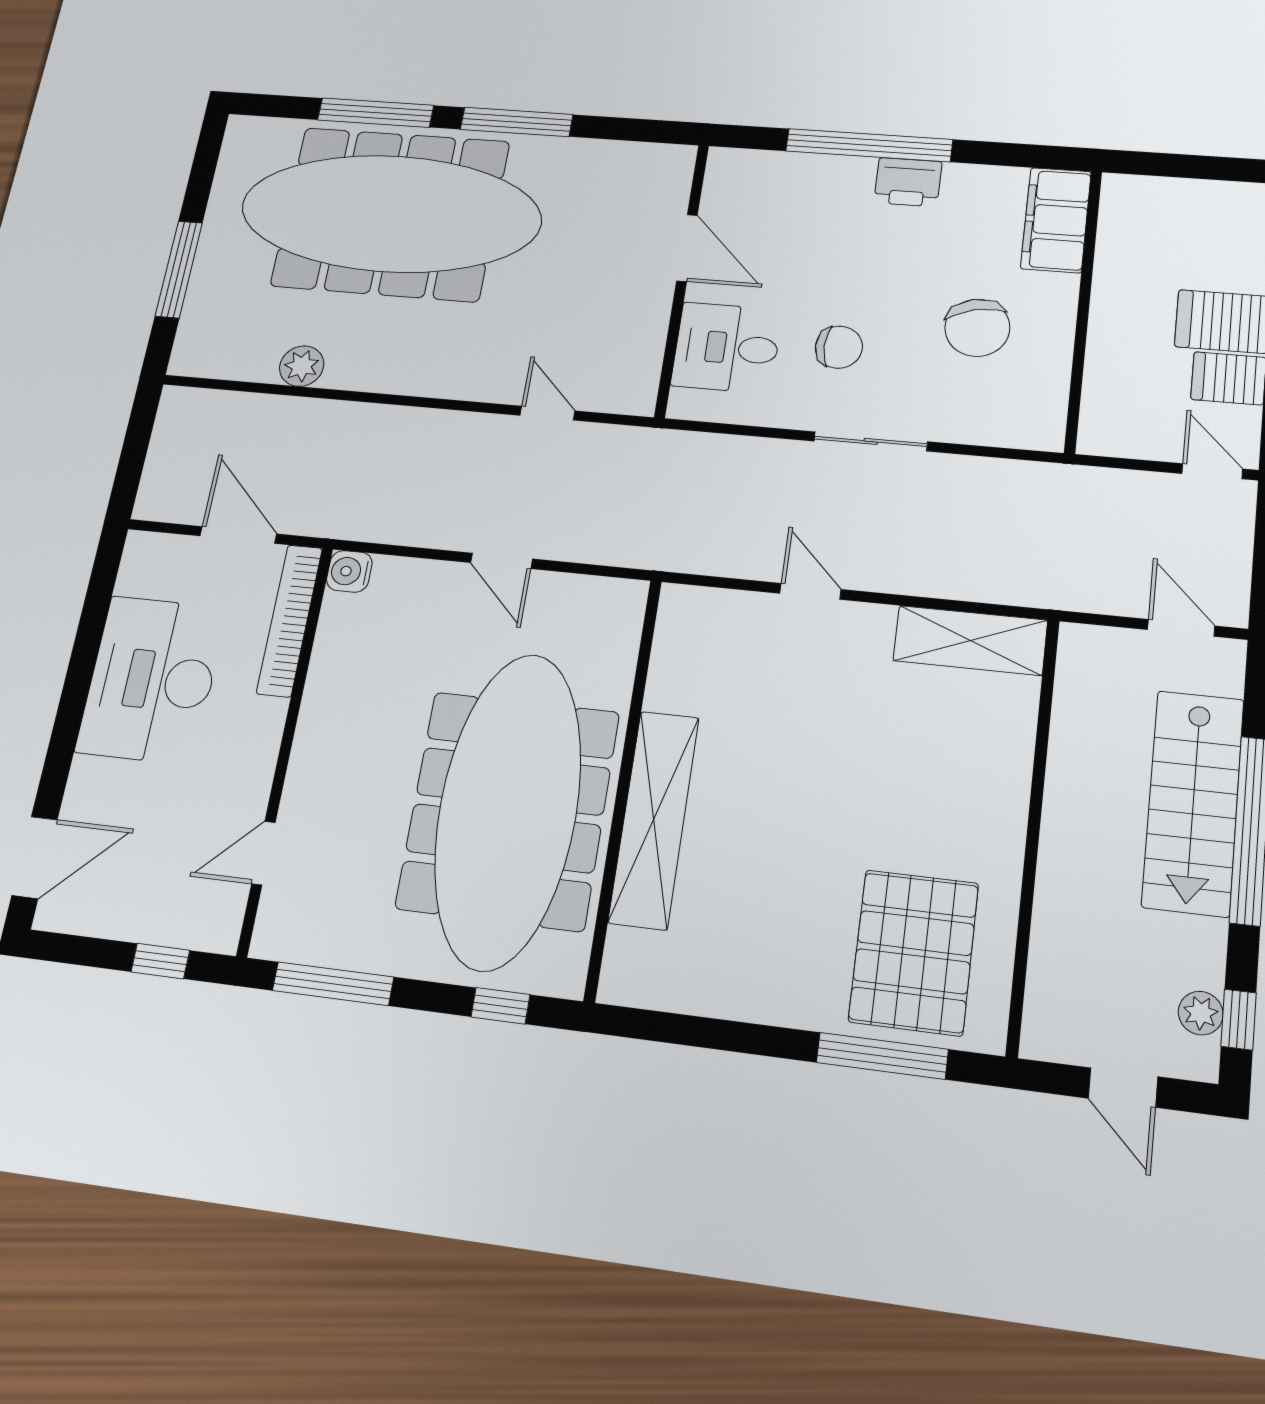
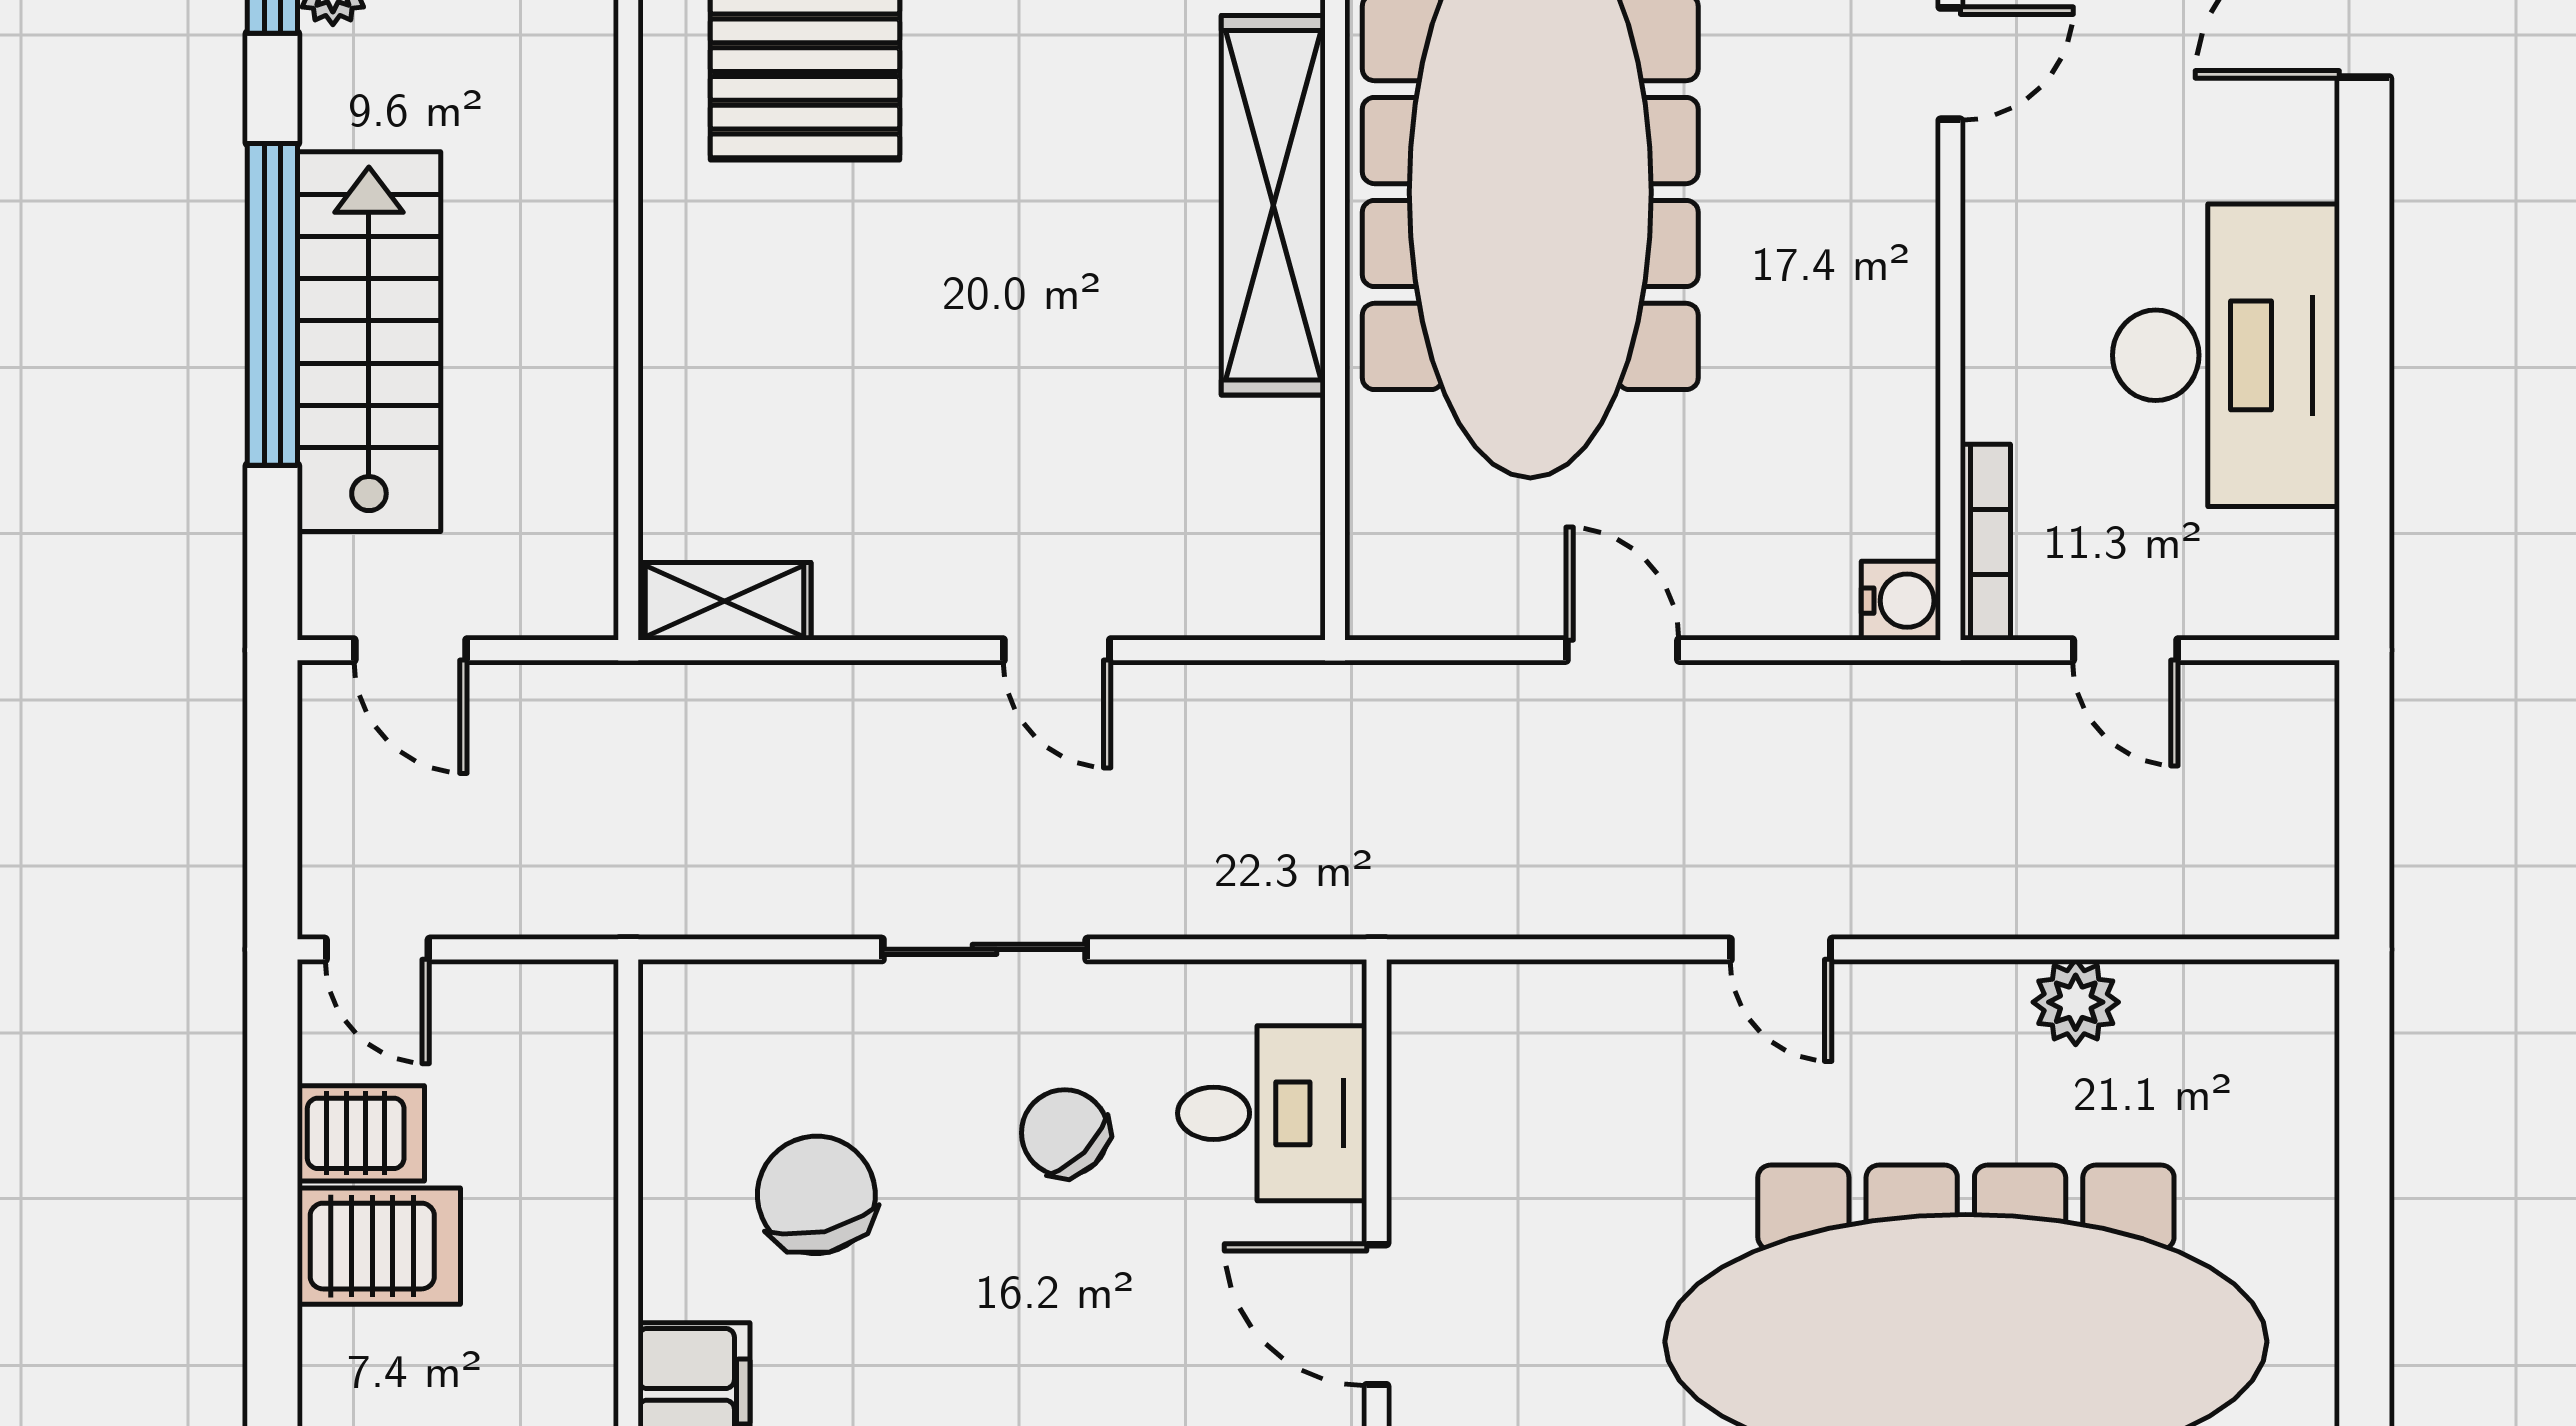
window: (179, 269) -> (2364, 1186), removed
chair: (839, 347) -> (1065, 1133), turned 45
door: (548, 413) -> (1781, 949), moved
door: (238, 535) -> (2125, 650), width x0.73
bookcase: (289, 620) -> (1985, 542), width x0.68, depth x0.76
shelving: (970, 640) -> (724, 601), width x0.67, depth x0.75

